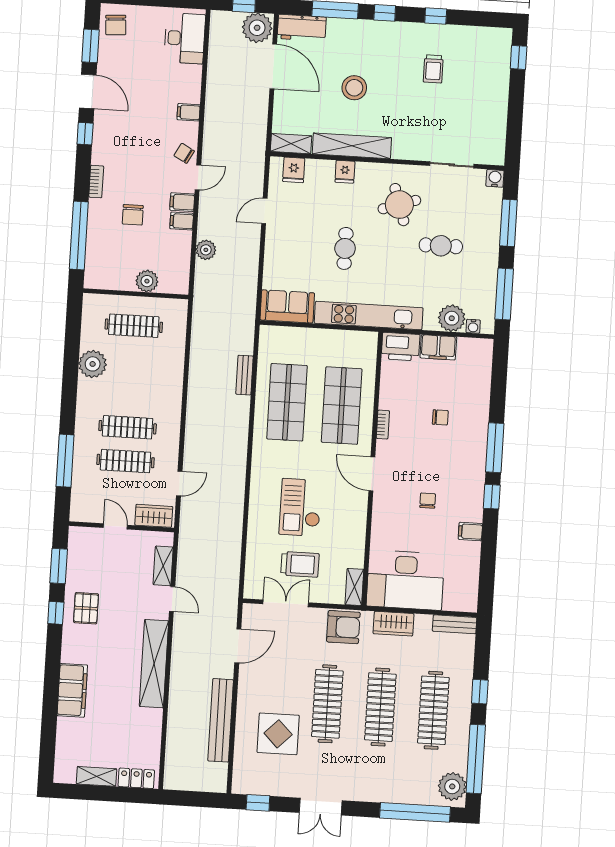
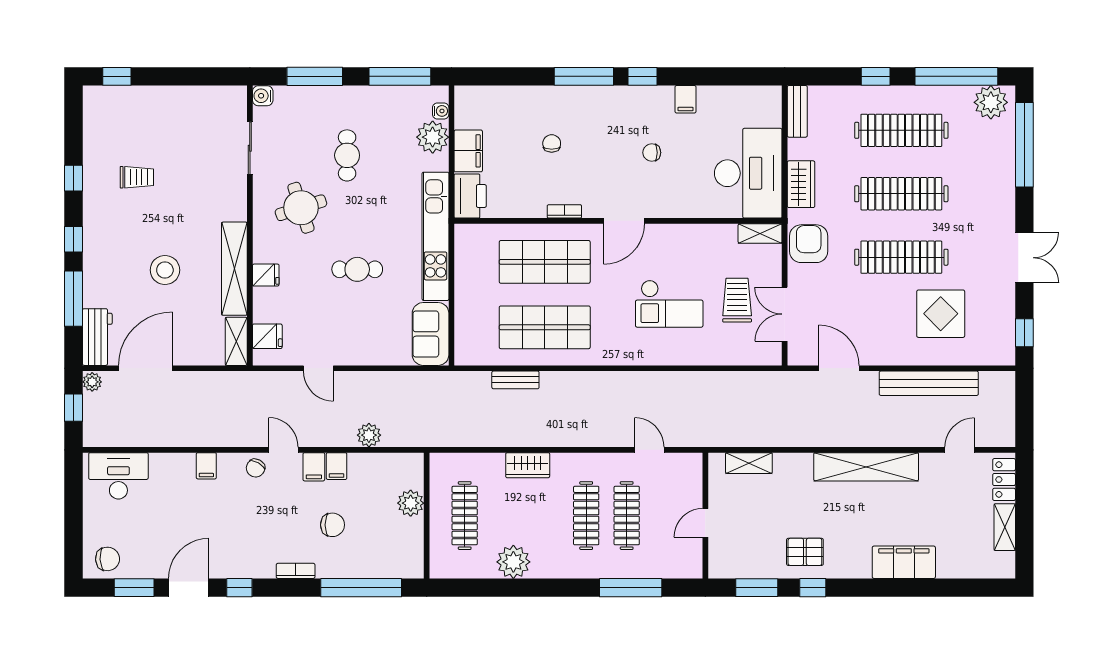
plant: (257, 28) -> (92, 382), width x0.53, depth x0.53
wardrobe: (154, 516) -> (528, 465), moved, turned -90
door: (172, 599) -> (960, 450), moved

